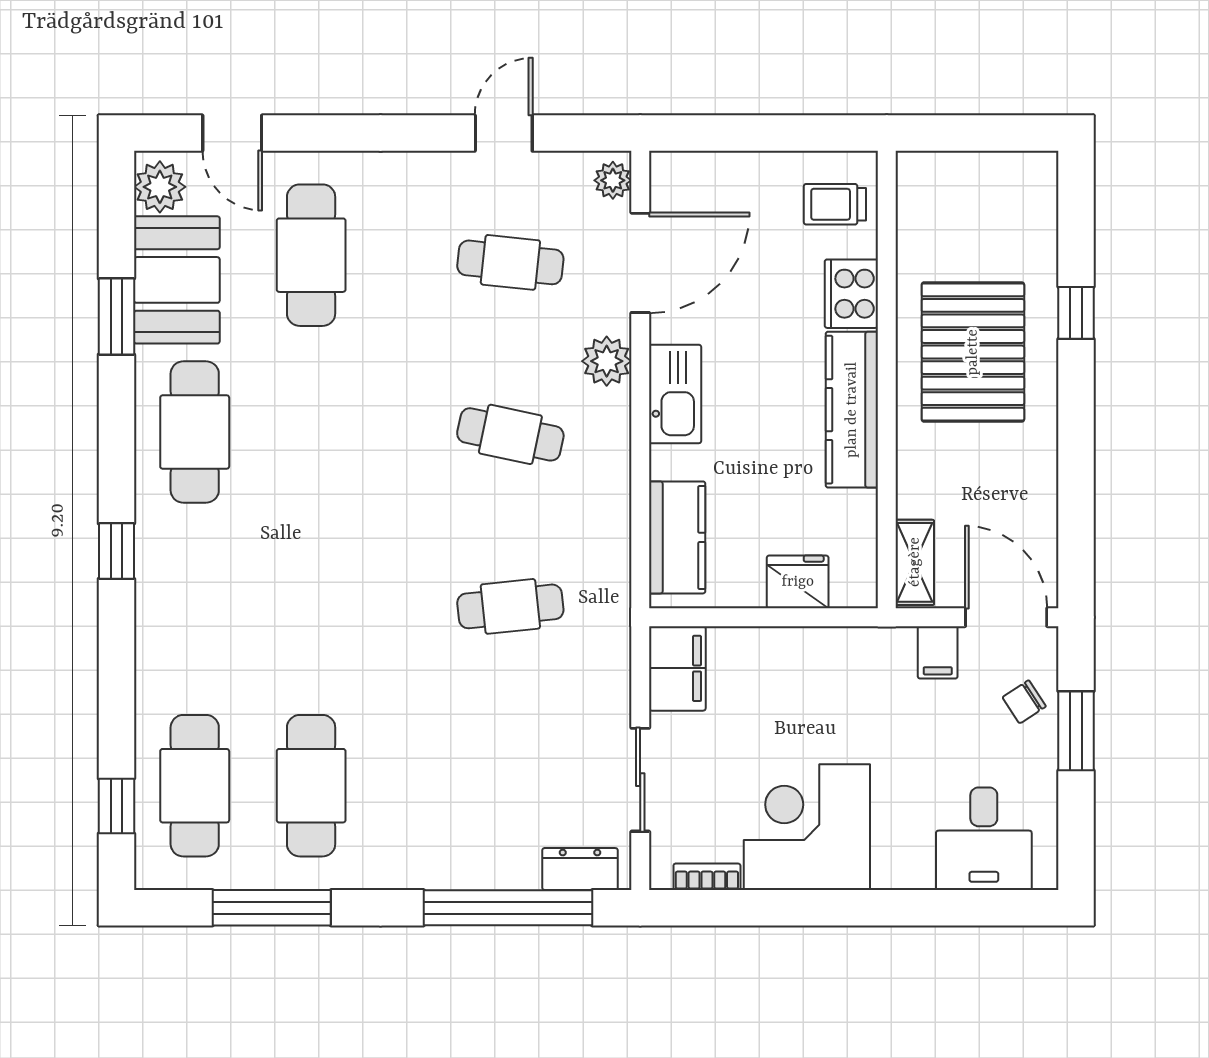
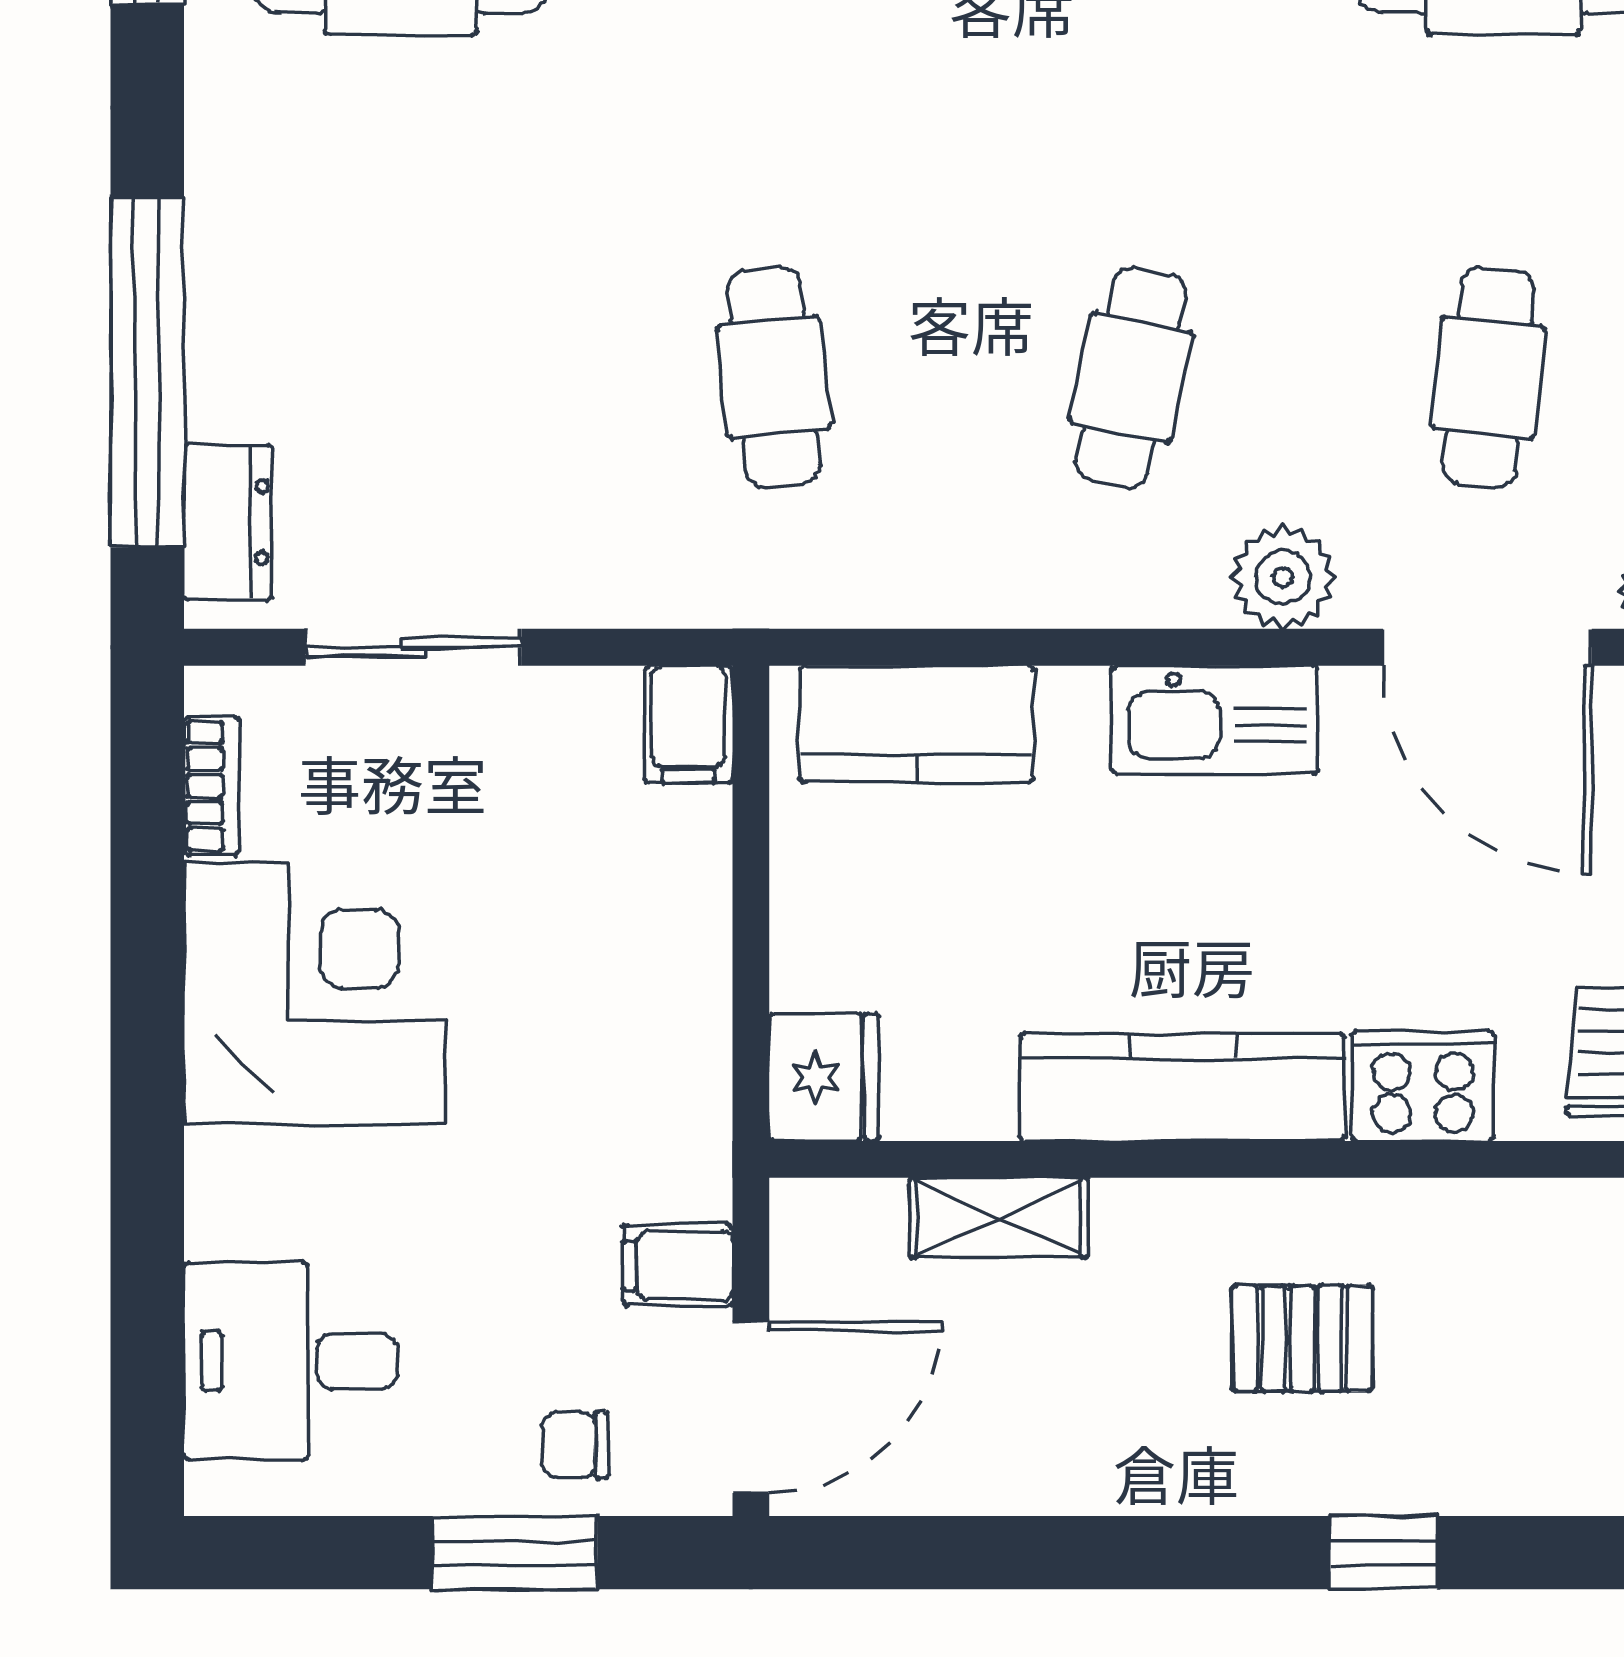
pallet: (973, 352) -> (1302, 1338), width x0.49, depth x0.50
shelving: (915, 562) -> (999, 1218), moved
fridge: (798, 582) -> (824, 1077), moved
filing cabinet: (677, 668) -> (689, 724), width x0.50
chair: (1024, 702) -> (575, 1445), turned -57

